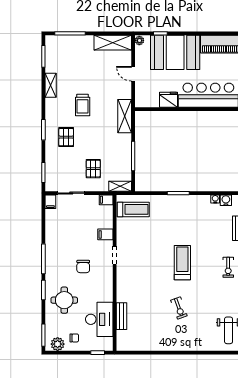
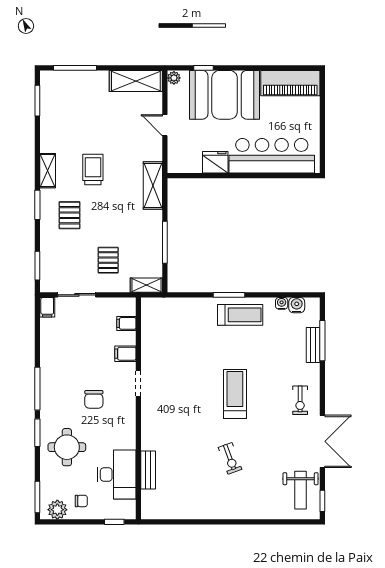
shelving: (51, 85) -> (48, 171), moved
trolley: (83, 105) -> (93, 170), turned 180
filing cabinet: (106, 200) -> (126, 323), moved
treadmill: (133, 209) -> (240, 315), moved

